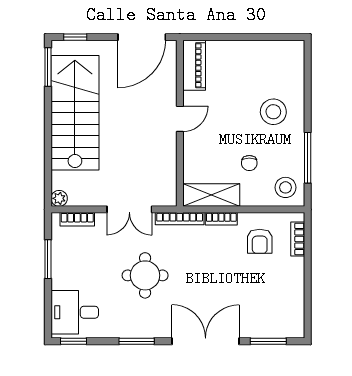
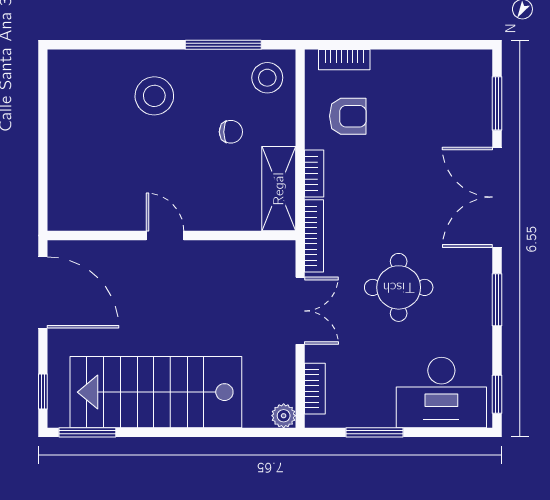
piano: (194, 65) -> (85, 214), removed
desk: (75, 312) -> (441, 392), width x1.37

